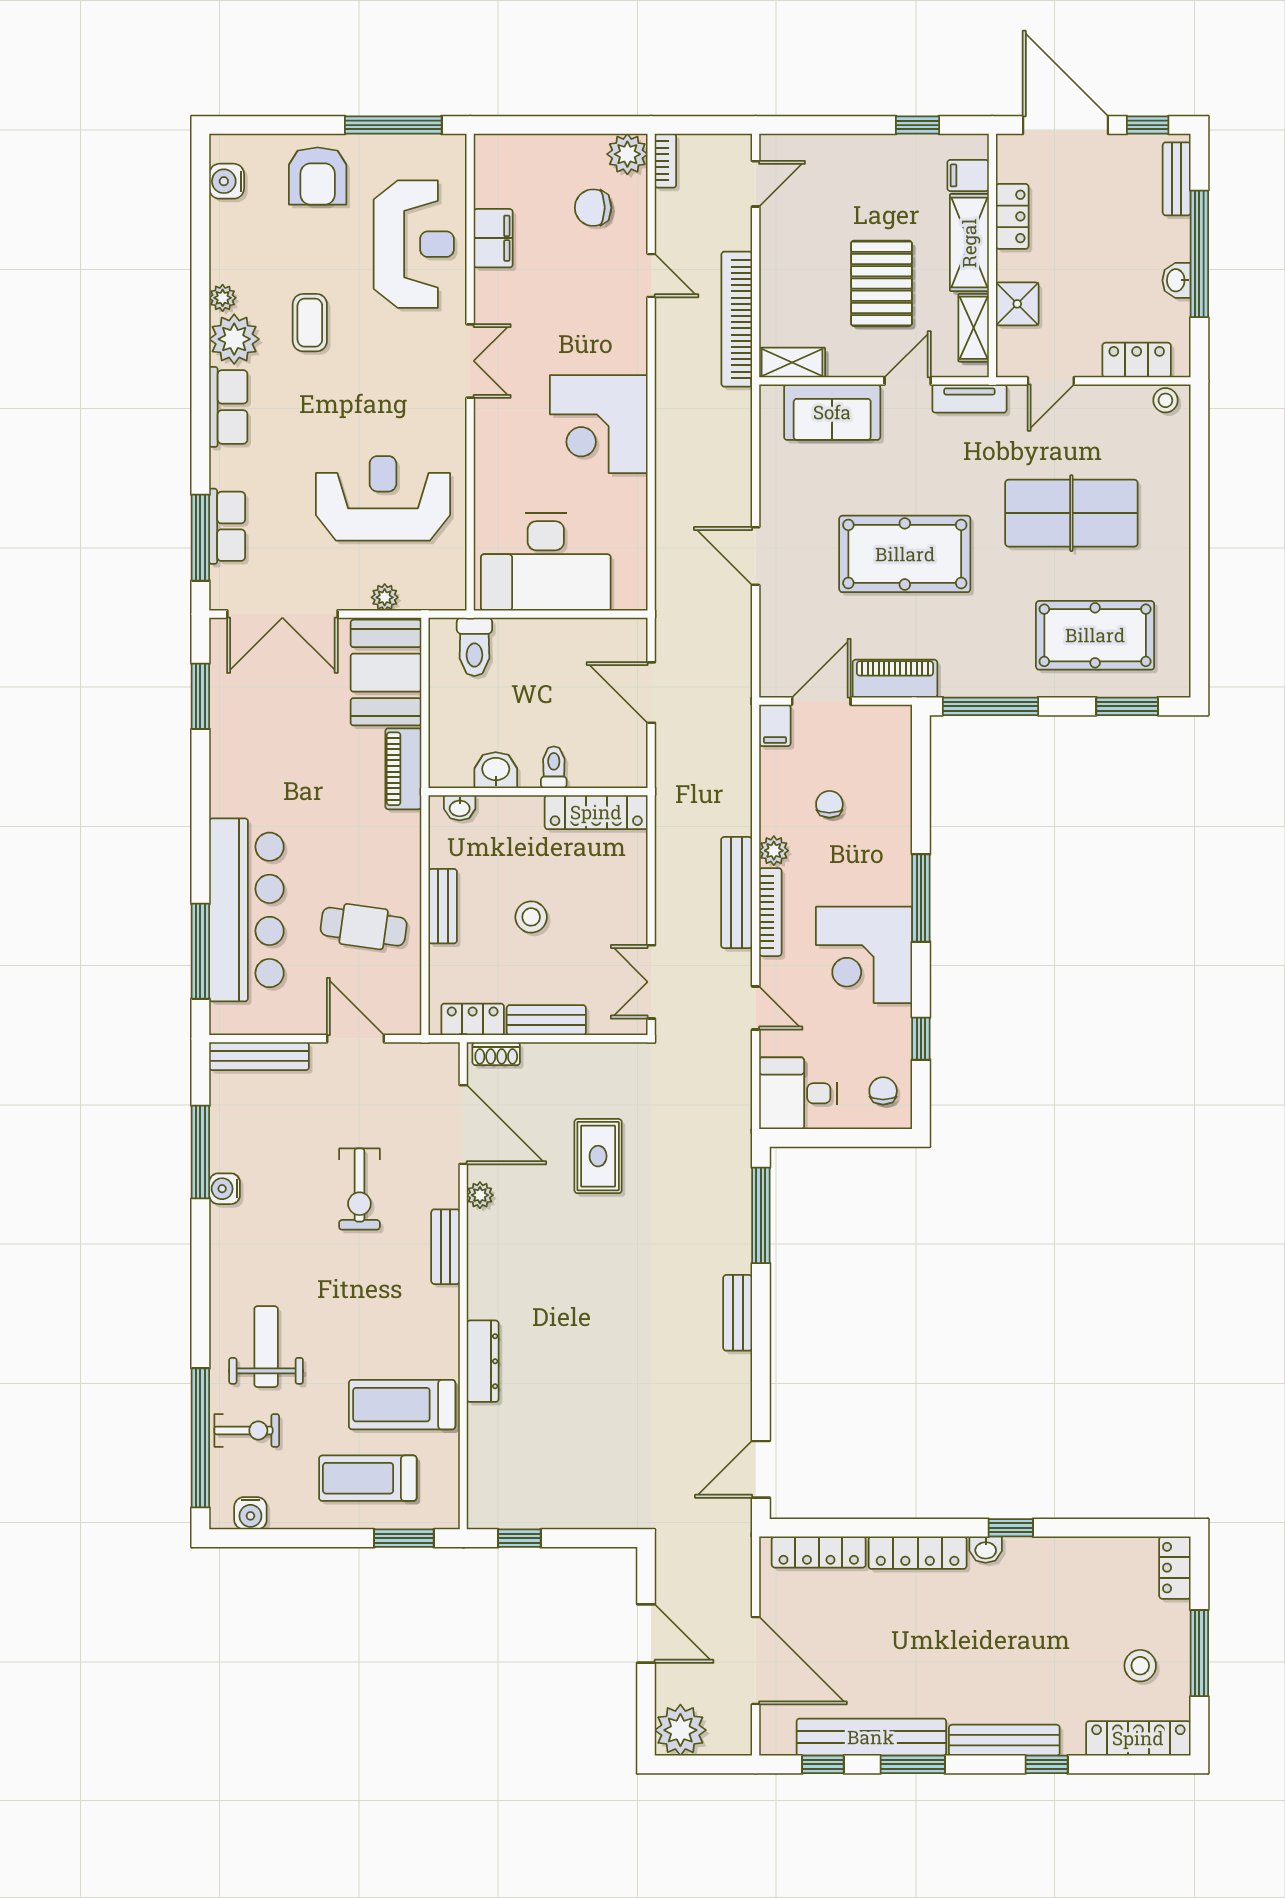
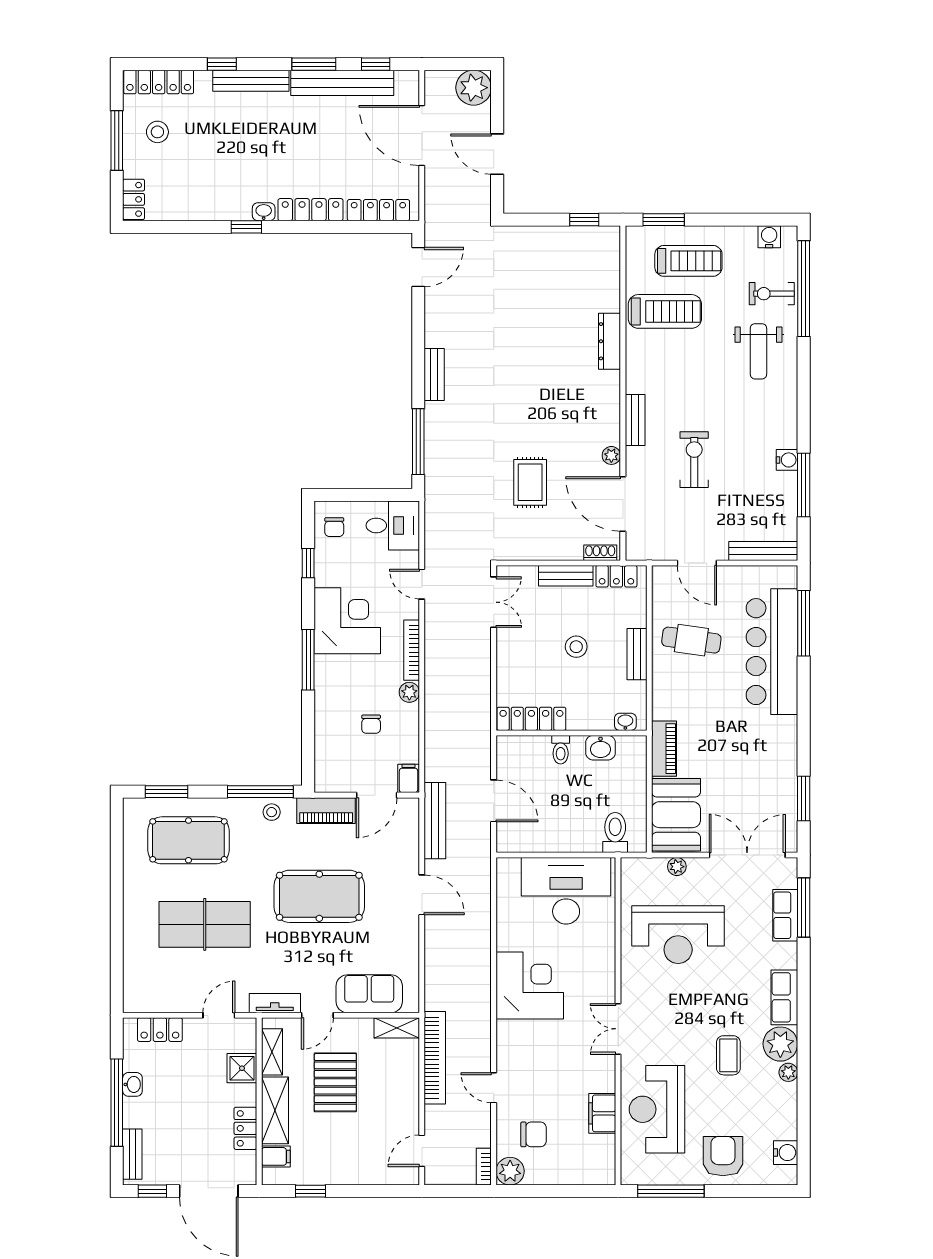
stool: (1165, 400) -> (272, 812), moved
bench: (737, 893) -> (435, 821), moved

